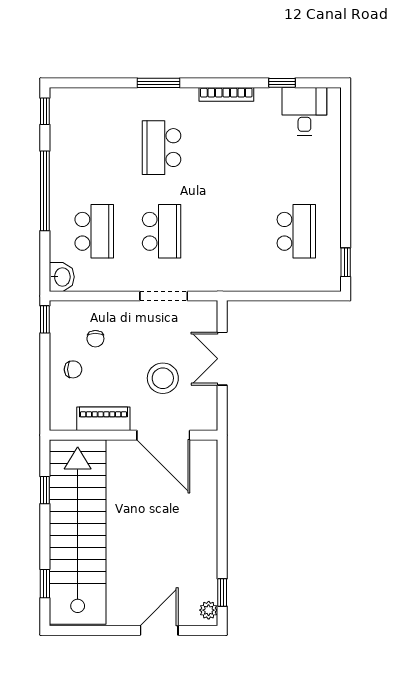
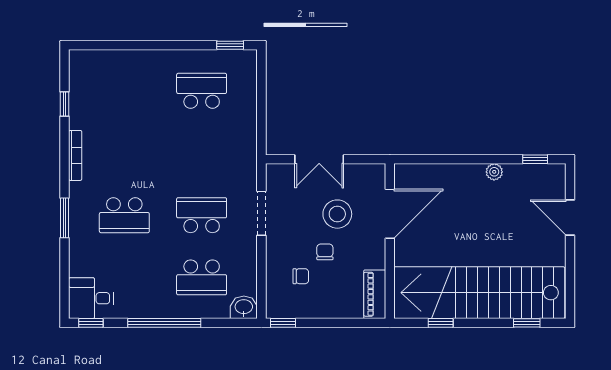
desk: (304, 111) -> (91, 298), moved
school desk: (94, 231) -> (202, 277), turned 180
chair: (73, 369) -> (325, 252), moved
piano: (103, 419) -> (375, 294), moved
plant: (209, 610) -> (494, 172), moved

